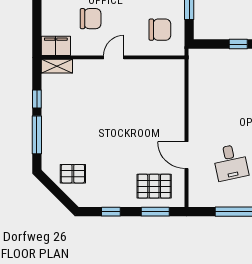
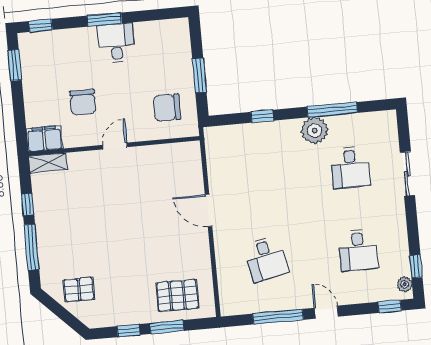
chair: (91, 19) -> (83, 102), turned 90
chair: (160, 30) -> (167, 108), turned 180
door: (186, 155) -> (209, 210), moved
window: (155, 212) -> (167, 327), moved

